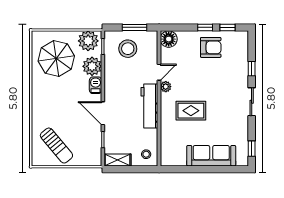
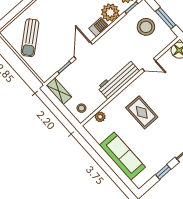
plant: (166, 87) -> (100, 117), moved
window: (252, 149) -> (163, 172), moved

